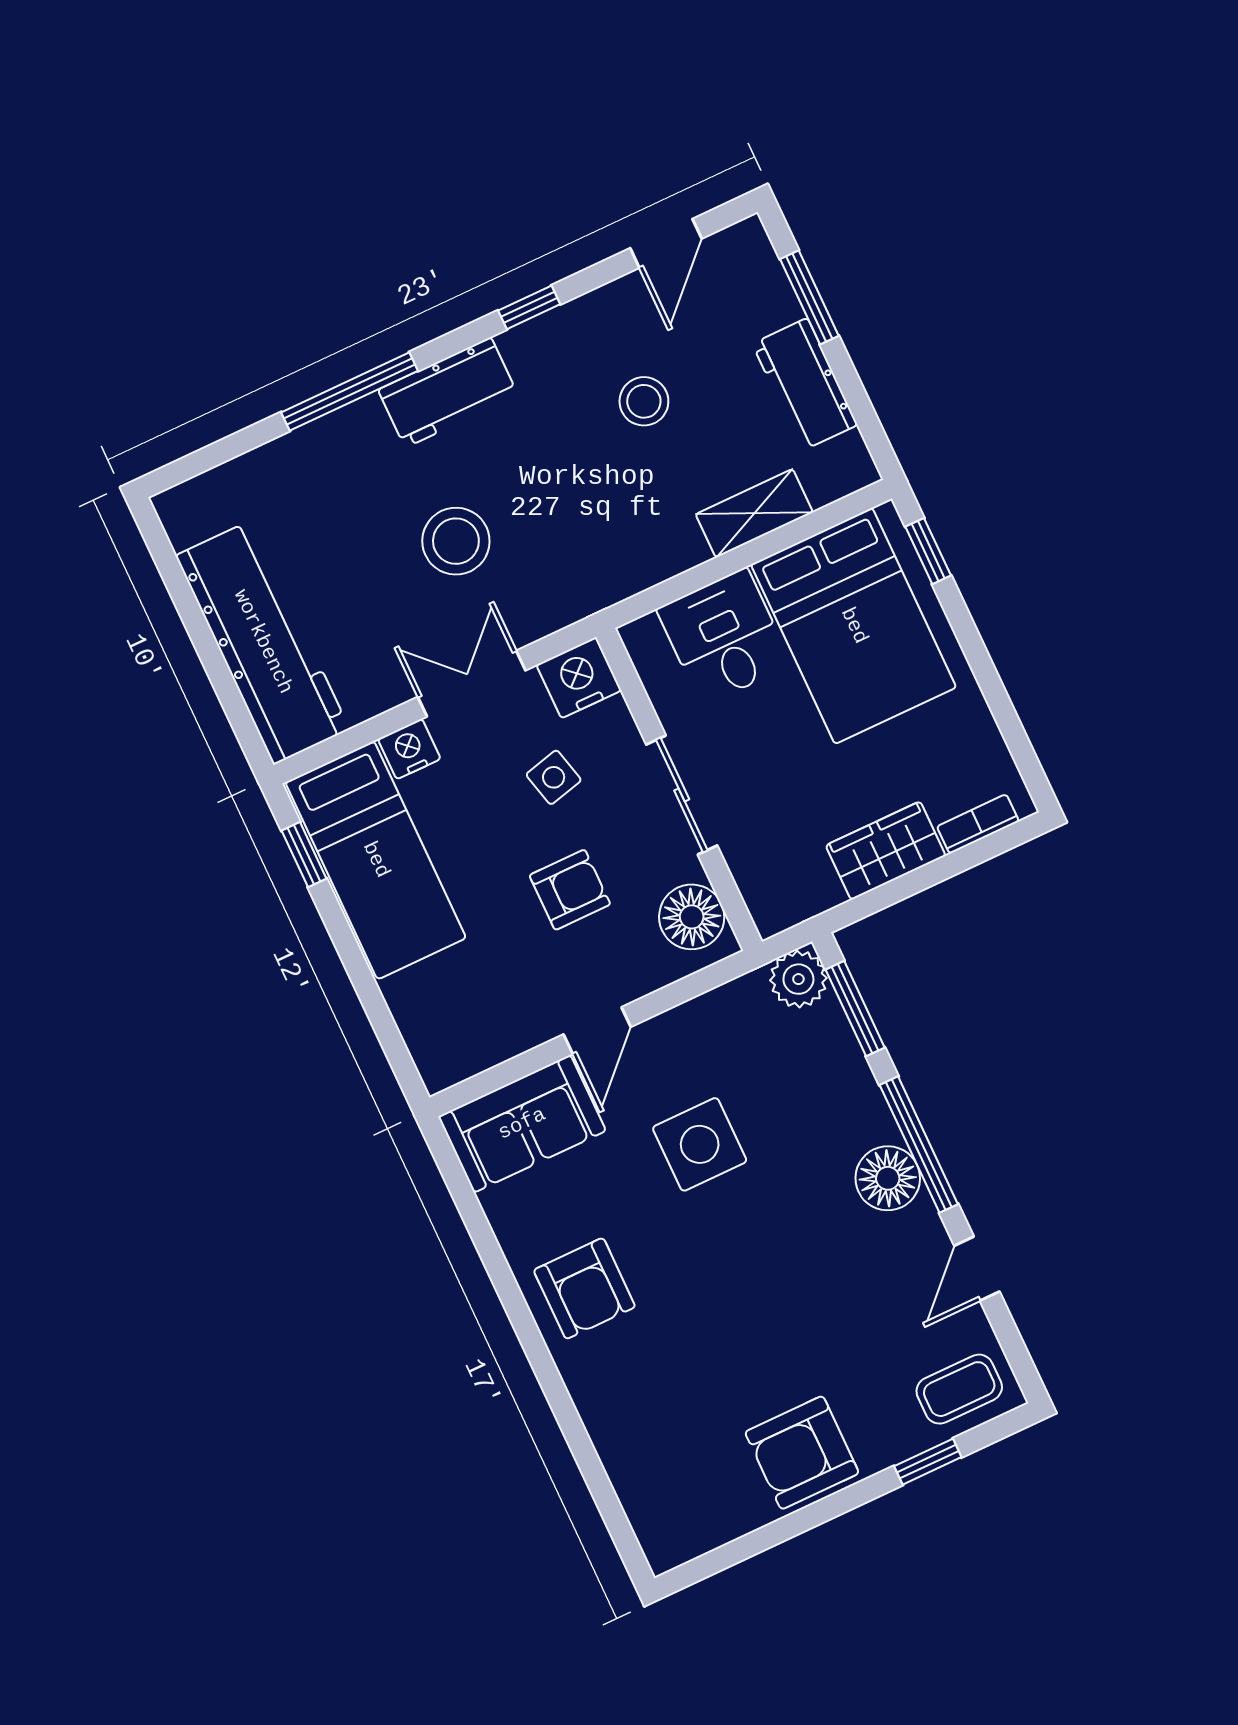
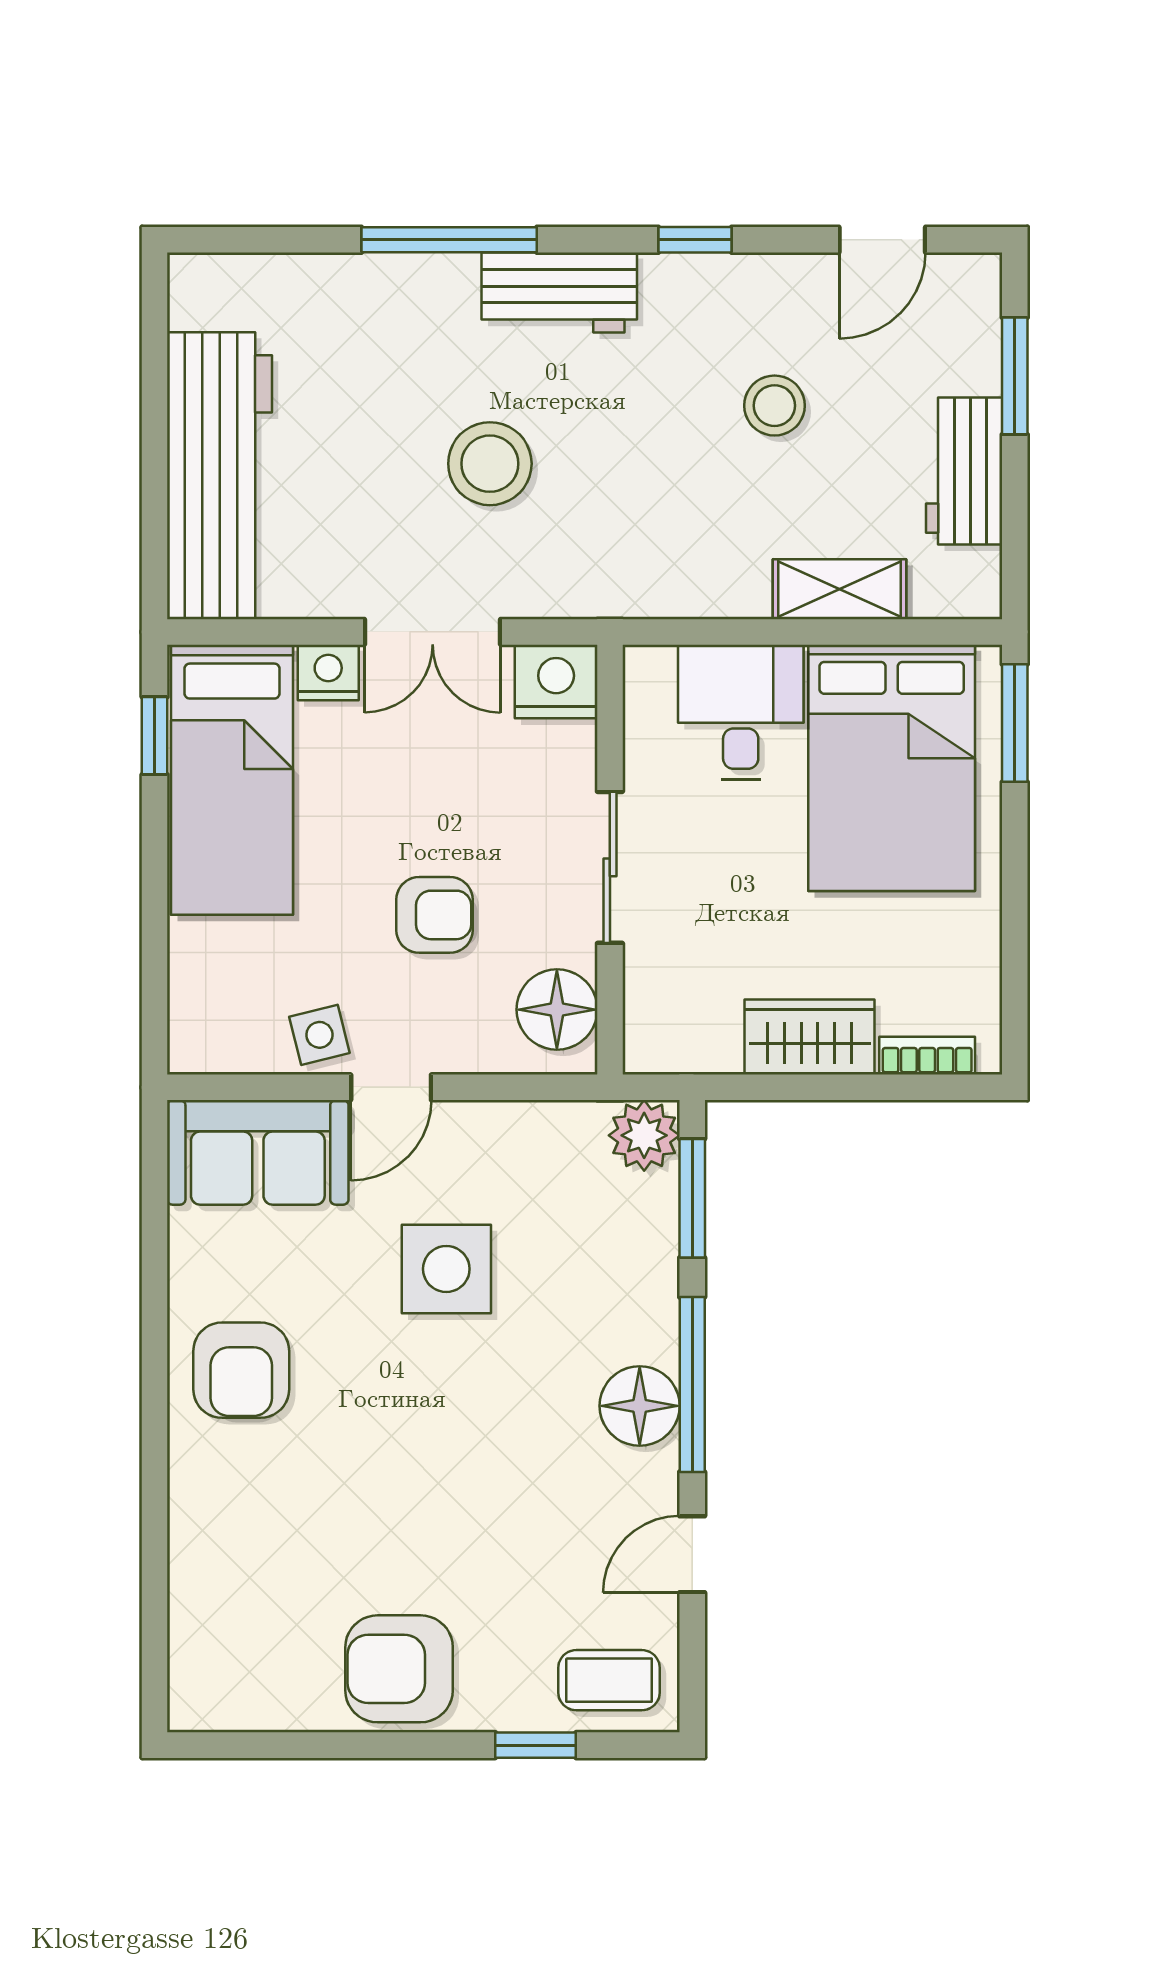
window: (928, 551) -> (1015, 723), width x1.50
double door: (472, 684) -> (433, 632), swing flipped
side table: (554, 777) -> (319, 1035), moved

